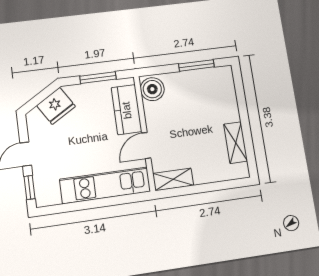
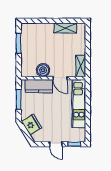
boiler: (152, 89) -> (43, 70), moved

